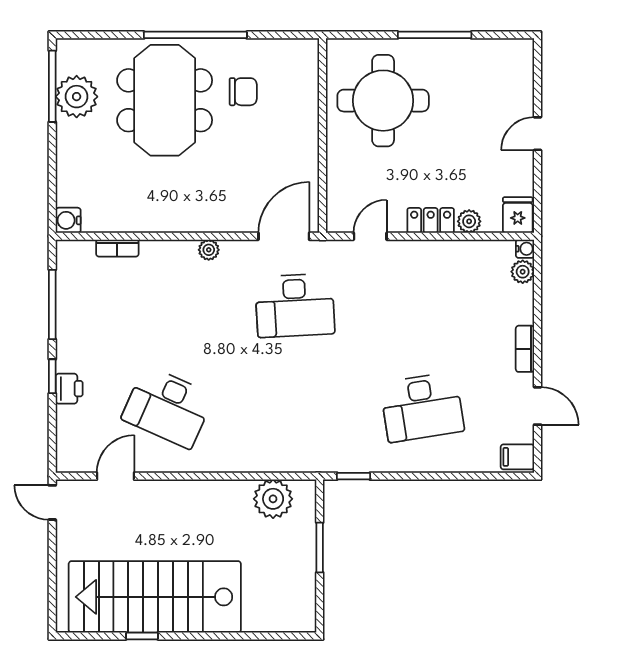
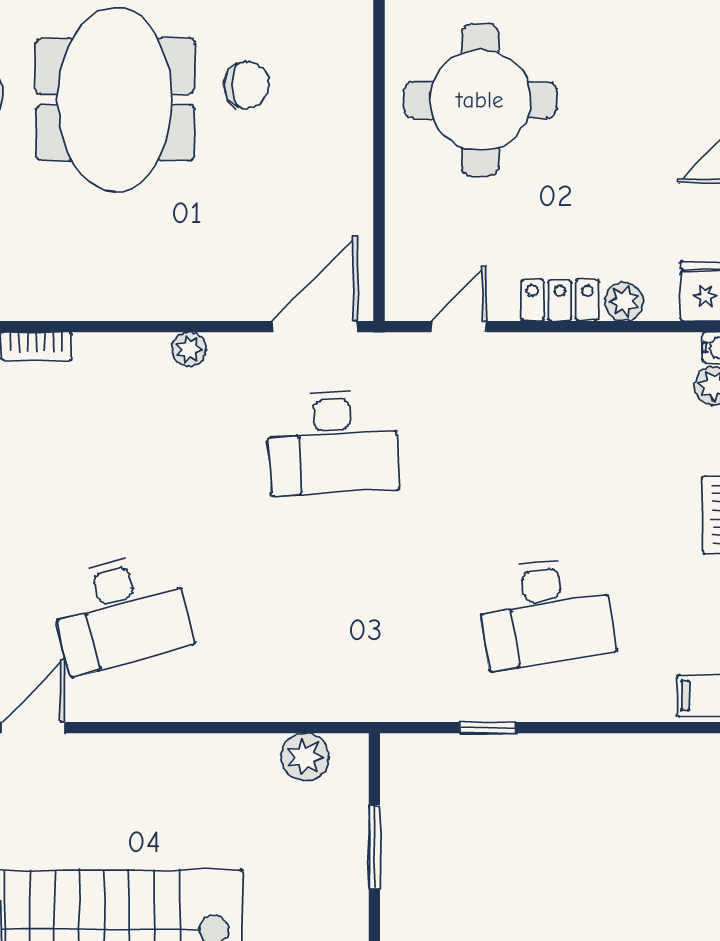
desk: (168, 407) -> (120, 612), turned -39
window: (353, 476) -> (488, 728), moved
plant: (273, 499) -> (305, 757), width x0.73, depth x0.73

